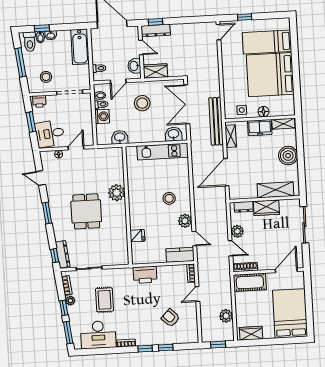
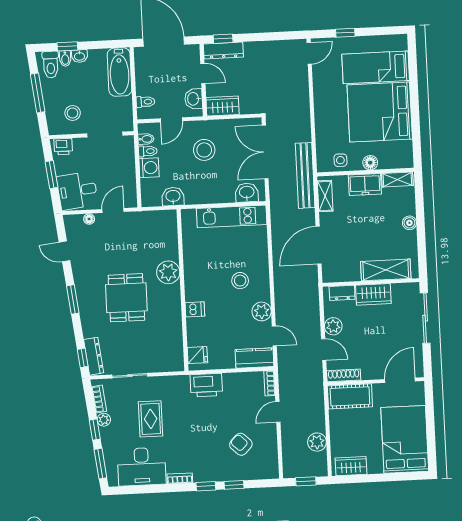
boiler: (288, 156) -> (409, 223), width x0.54, depth x0.54
dishwasher: (136, 220) -> (195, 309), added
fridge: (137, 236) -> (197, 355), moved

